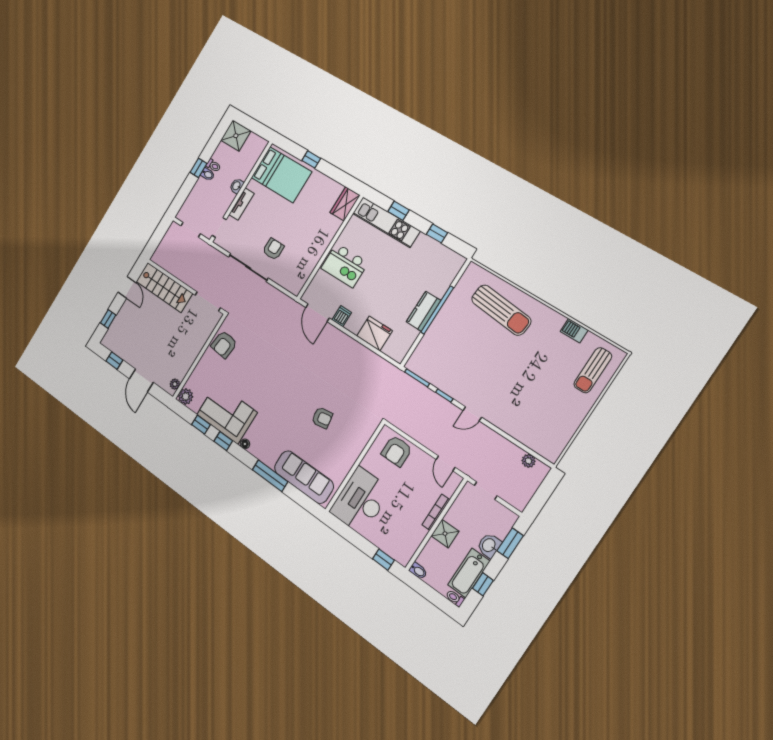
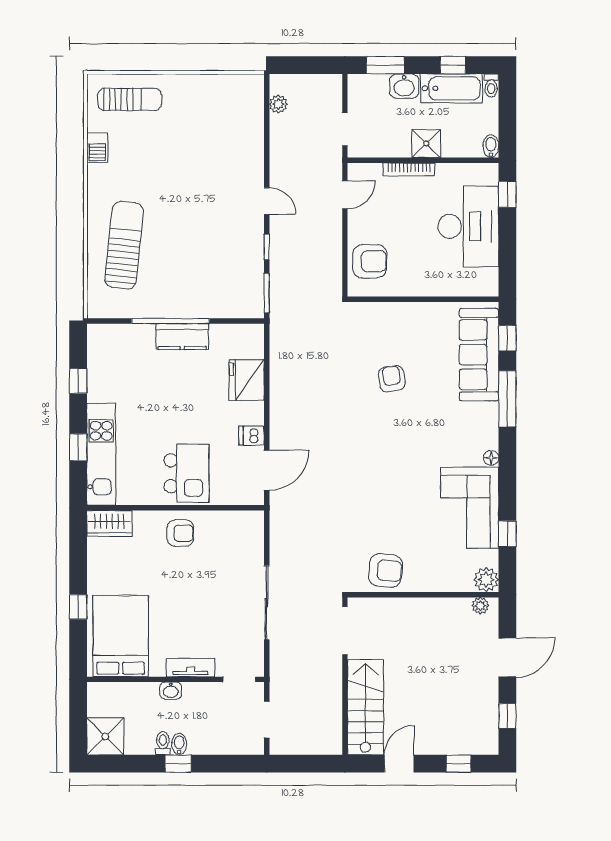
armchair: (273, 249) -> (180, 533), moved, turned 180
window: (223, 441) -> (507, 338), moved
desk: (360, 501) -> (468, 226), moved, turned -90

